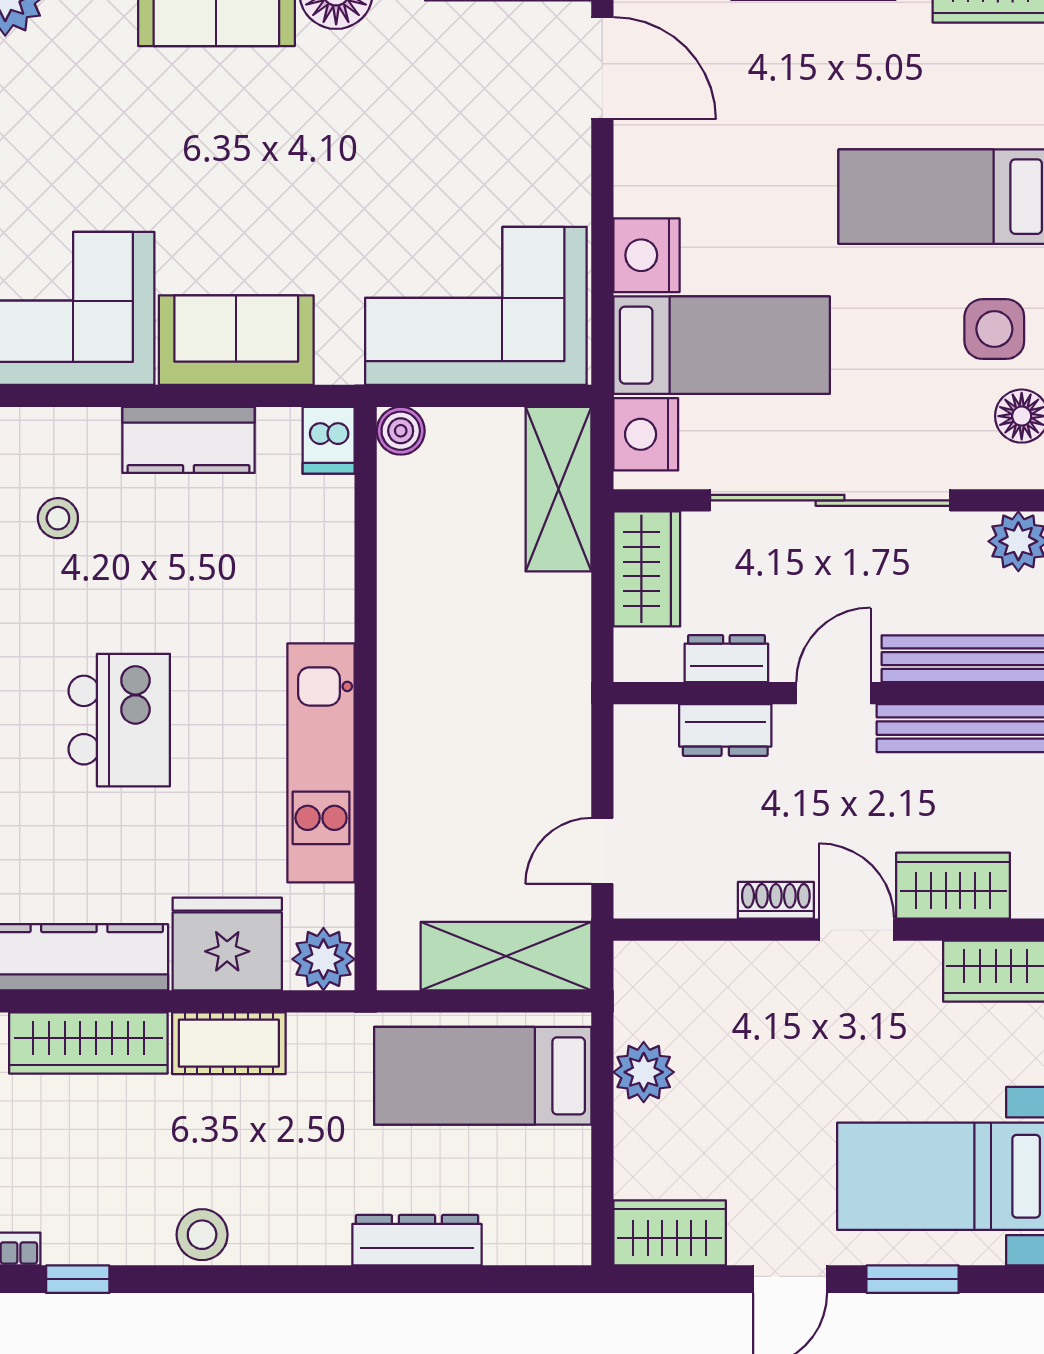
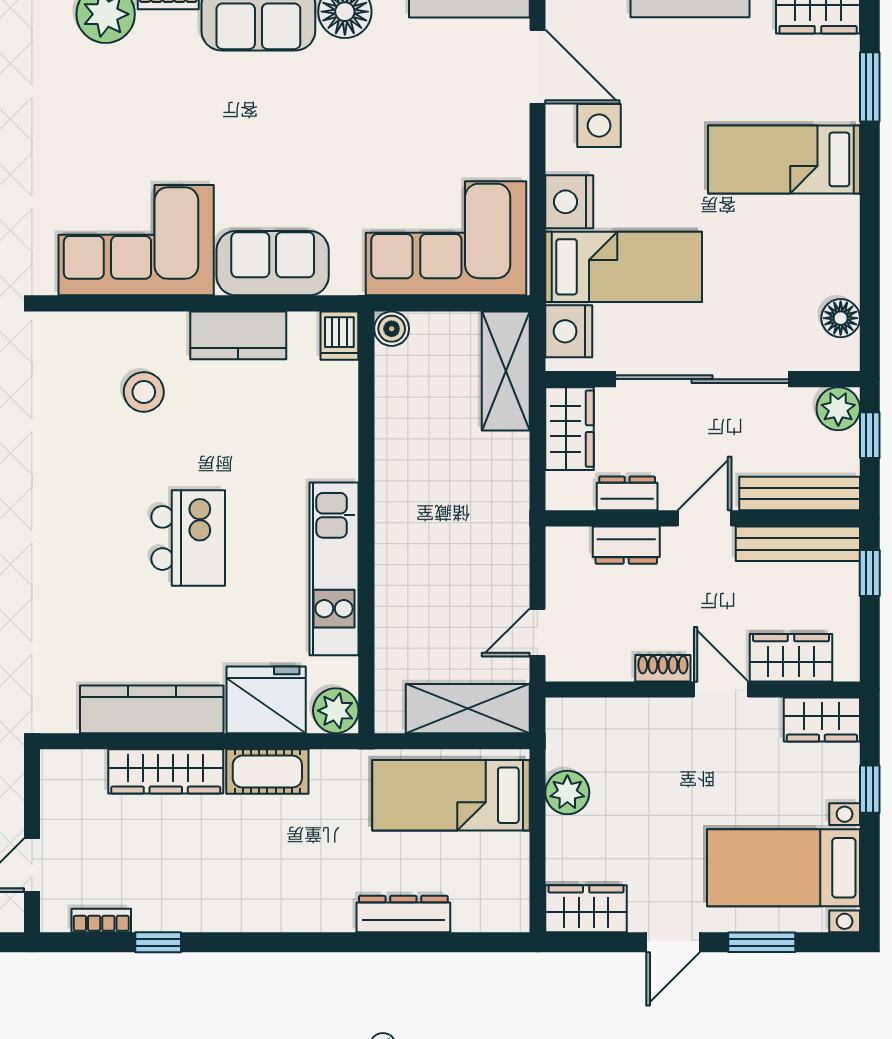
side table: (994, 329) -> (599, 126), moved
stool: (58, 518) -> (144, 392), width x1.37, depth x1.37
stool: (202, 1235) -> (248, 910), removed

